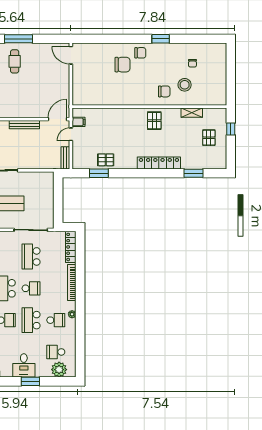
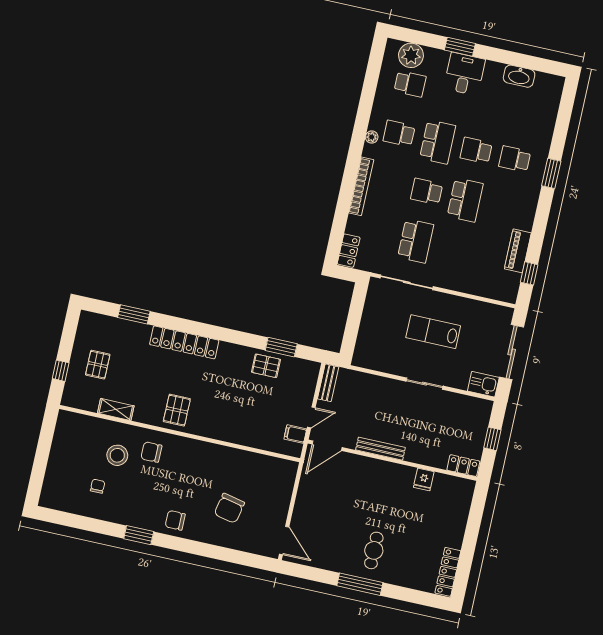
chair: (122, 65) -> (229, 508), moved, turned -78
locker: (71, 247) -> (349, 251), width x0.66

